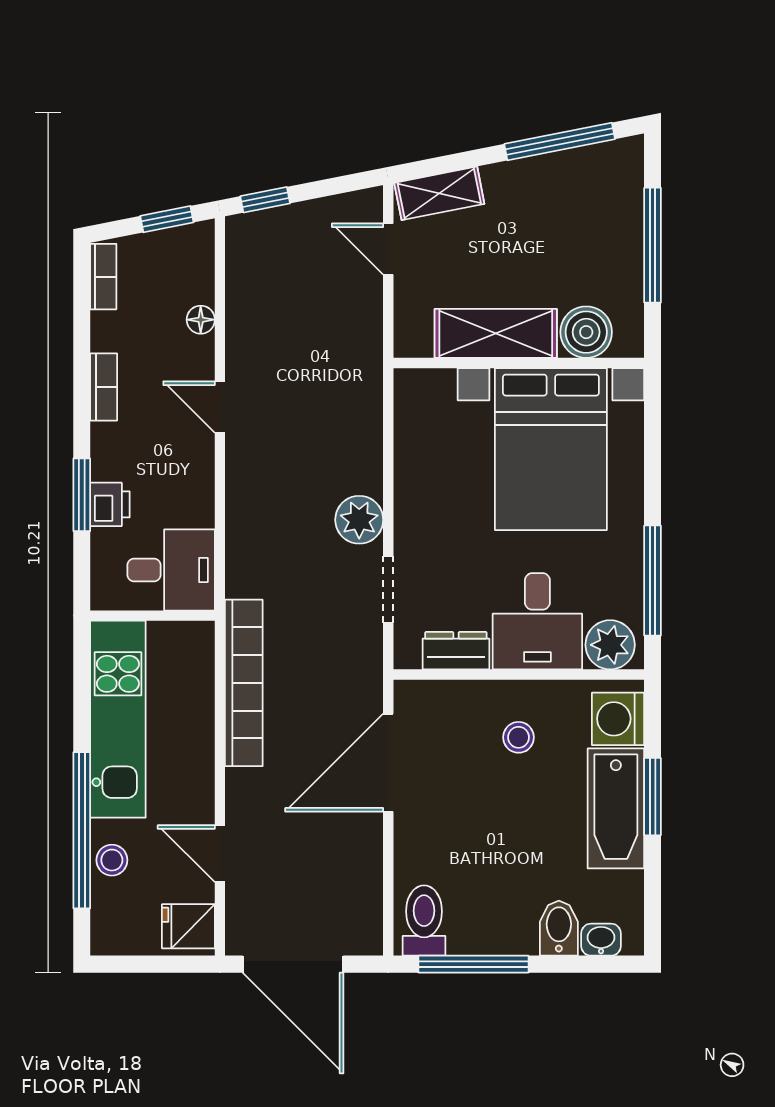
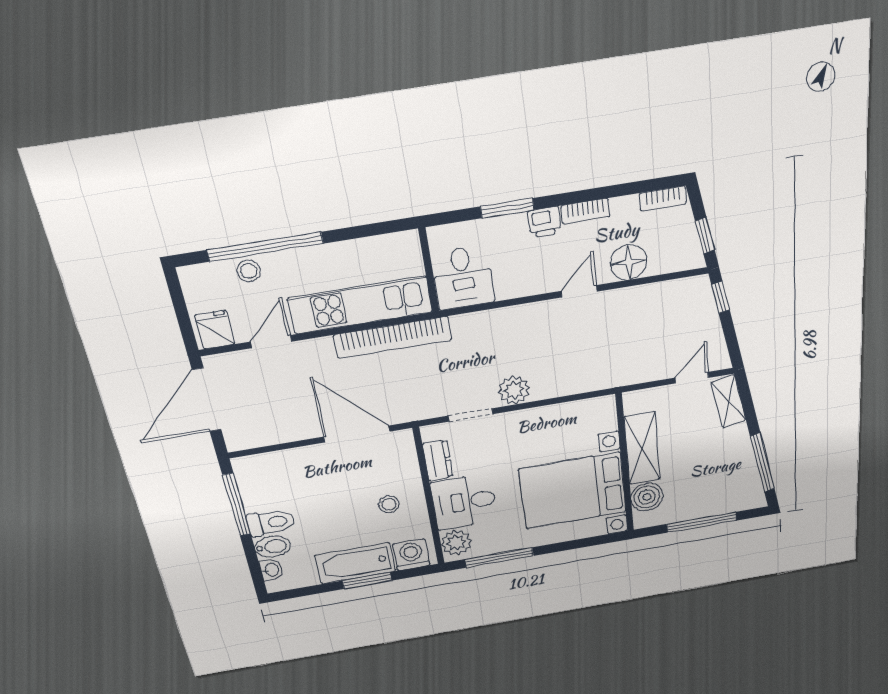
floor lamp: (201, 320) -> (628, 262), width x1.89, depth x1.89
printer: (110, 504) -> (544, 222), moved
kitchen unit: (118, 719) -> (360, 305), moved, turned 180
toilet: (424, 920) -> (271, 523), moved

